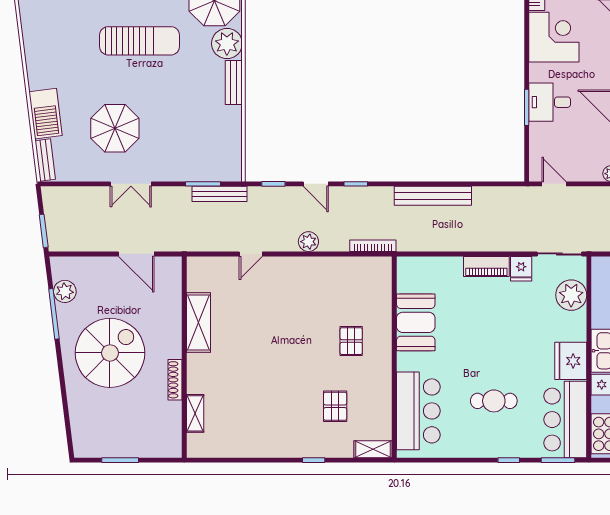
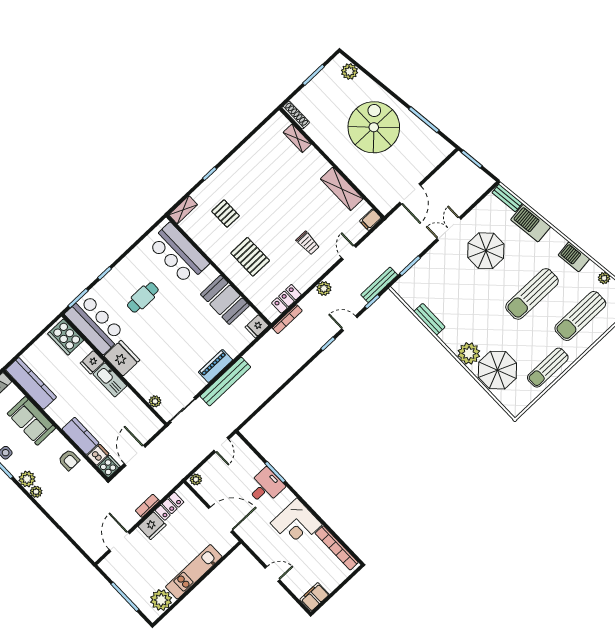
barbecue: (35, 40) -> (574, 257), added
sun lounger: (140, 41) -> (532, 294), moved
bench: (234, 82) -> (429, 319), moved
door: (554, 184) -> (221, 445), hinge flipped
bench: (220, 194) -> (379, 285), moved
bench: (433, 196) -> (225, 382), moved
door: (136, 254) -> (410, 194), swing flipped
filing cabinet: (199, 266) -> (371, 220), added
locker: (355, 266) -> (286, 299), added
fridge: (521, 269) -> (257, 326), moved, turned -90
plant: (65, 291) -> (350, 71), moved
plant: (571, 295) -> (155, 401), width x0.53, depth x0.53
trolley: (282, 301) -> (308, 243), added
pallet: (351, 341) -> (250, 257), width x1.50, depth x1.42
spiral stairs: (110, 353) -> (374, 127), turned 180
shoe rack: (175, 380) -> (296, 115), moved

